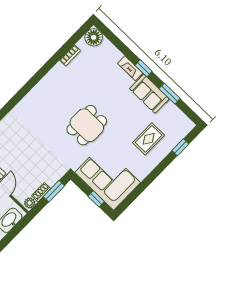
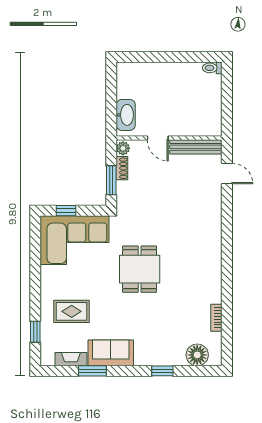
floor lamp: (94, 37) -> (197, 355), moved
fireplace: (130, 68) -> (71, 359), moved
window: (144, 68) -> (162, 371), moved
rug: (149, 139) -> (72, 311), turned 90

